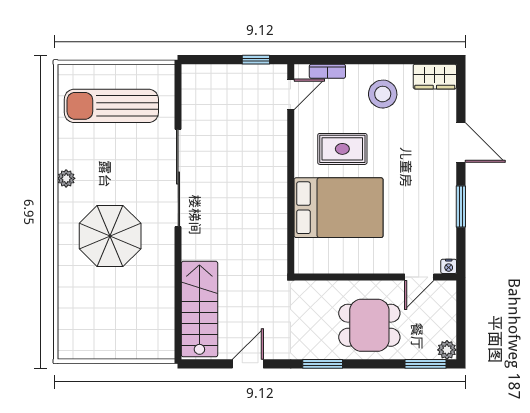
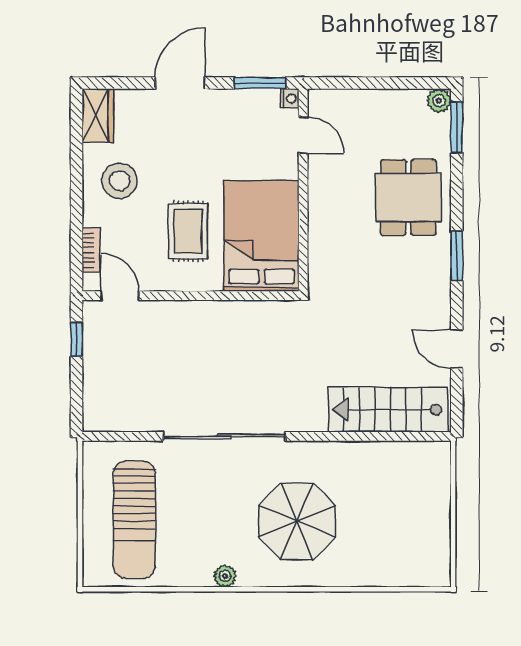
nightstand: (449, 266) -> (290, 98), moved
wall: (375, 277) -> (303, 190), moved
door: (419, 277) -> (303, 135), moved

